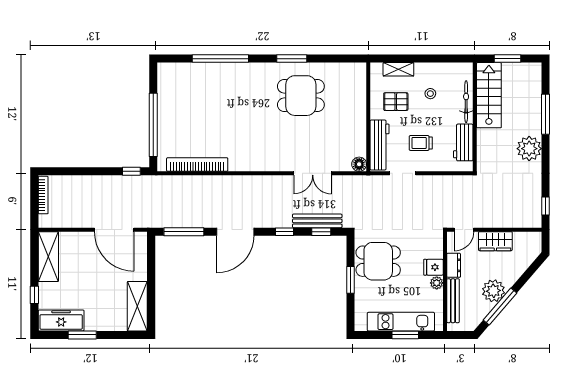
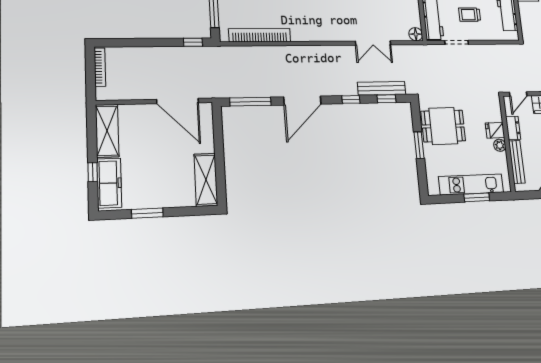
freezer: (61, 320) -> (109, 183), moved, turned 90

